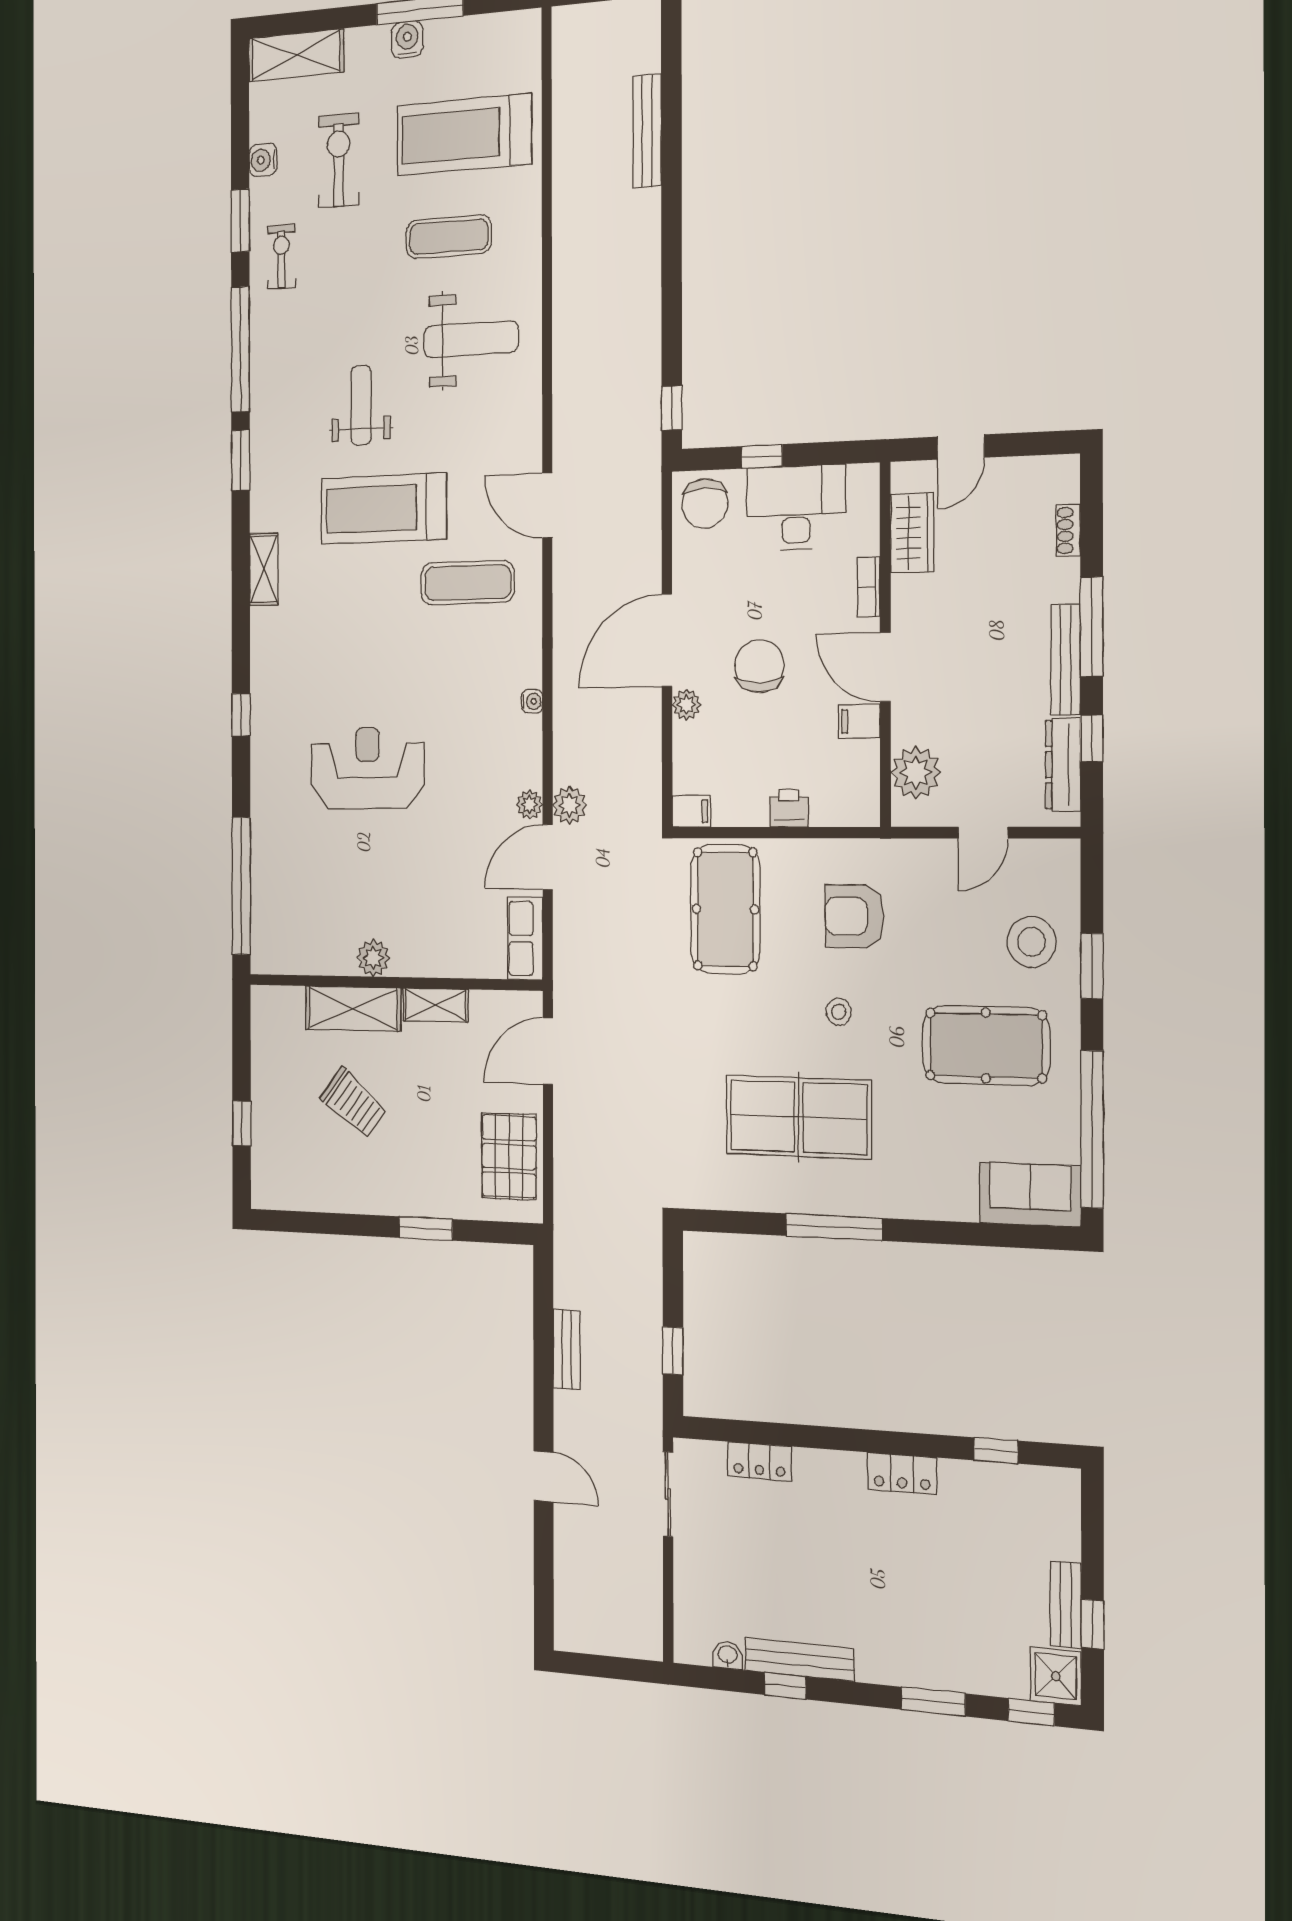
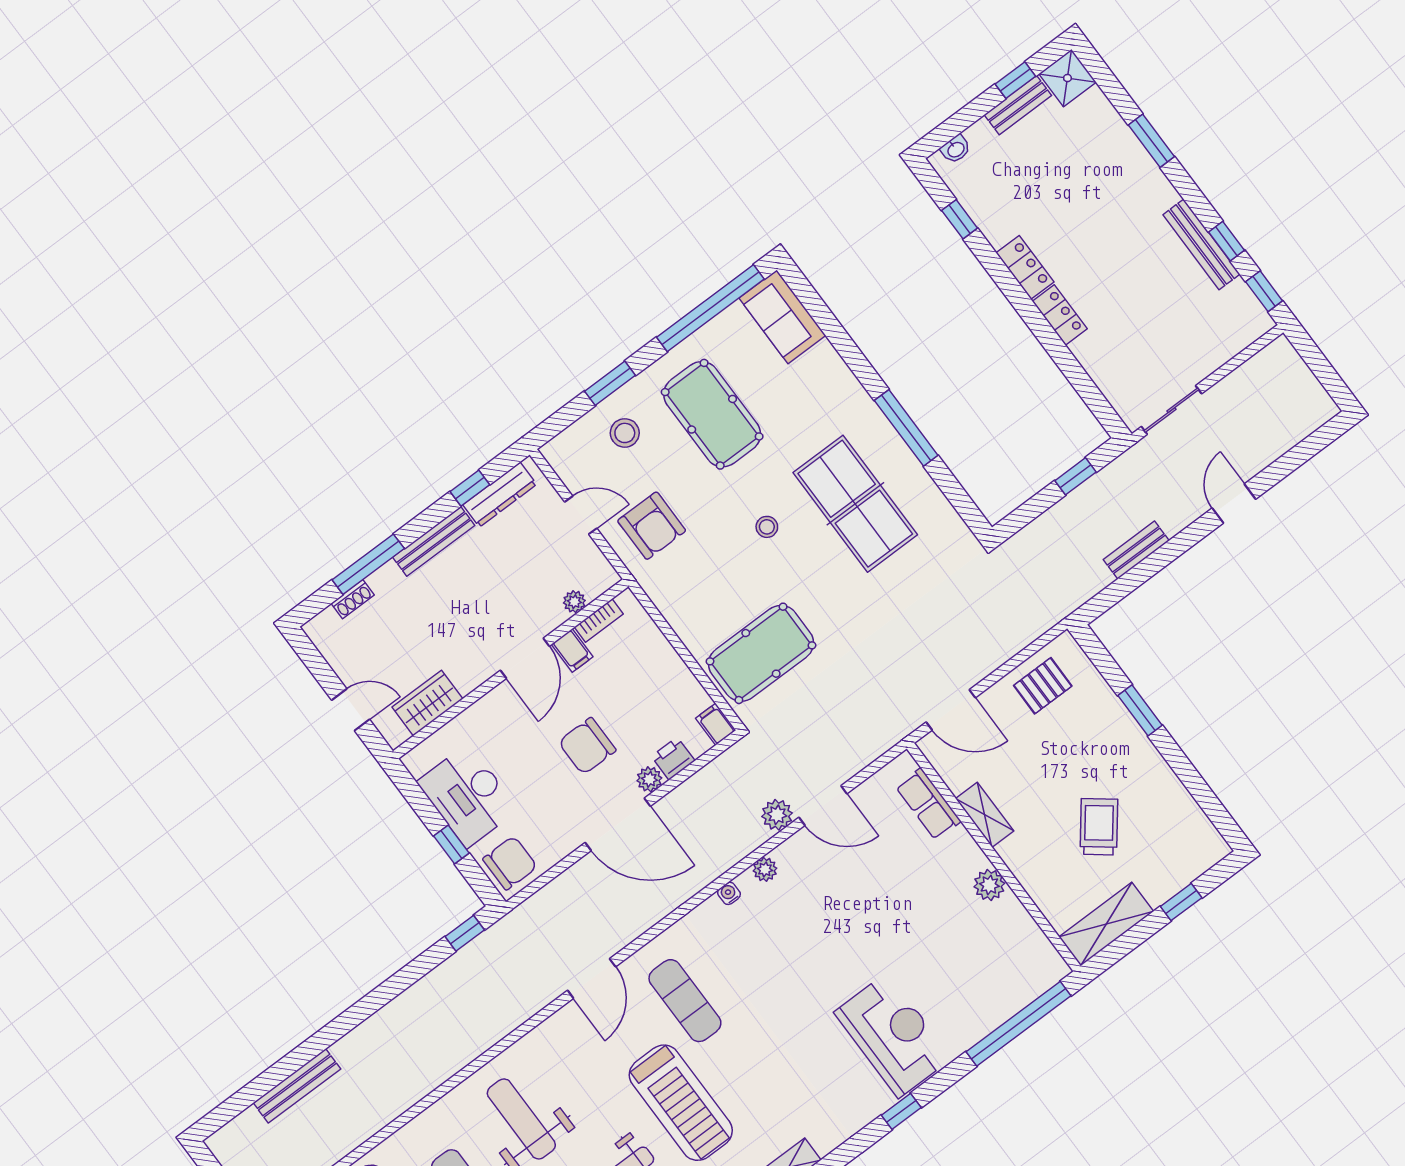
bookcase: (869, 587) -> (599, 620), moved
window: (1092, 627) -> (368, 564), moved
reception desk: (367, 768) -> (893, 1035), moved, turned 180
plant: (916, 773) -> (574, 602), width x0.53, depth x0.53
plant: (530, 805) -> (765, 869), moved
printer: (789, 808) -> (673, 759), moved, turned 90
armchair: (854, 916) -> (652, 526), moved
row of seats: (525, 939) -> (928, 804), moved, turned 90
stool: (1032, 942) -> (625, 433), width x0.73, depth x0.73
shelving: (353, 1009) -> (1106, 924), moved, turned 90
pallet: (509, 1156) -> (1043, 686), width x0.67, depth x0.71
locker: (759, 1461) -> (1060, 315), moved
washbasin: (728, 1655) -> (956, 149), moved, turned -90
window: (1031, 1712) -> (1264, 291), moved

